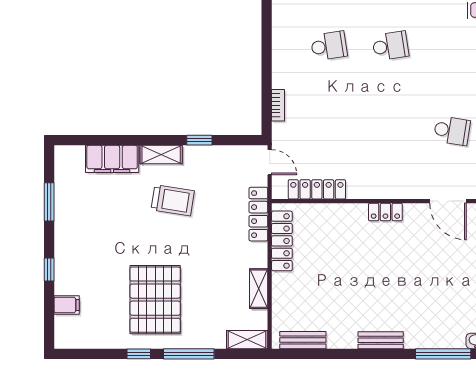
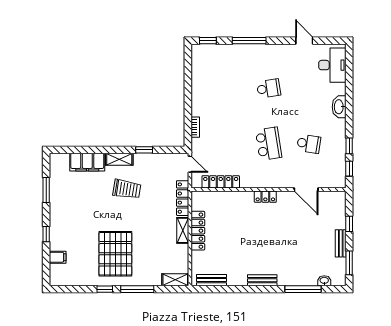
school desk: (329, 46) -> (269, 144), moved, width x1.85
locker: (282, 241) -> (198, 231), moved
shelving: (259, 289) -> (183, 230), moved

